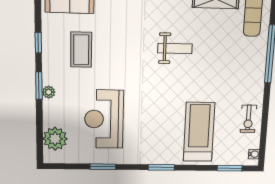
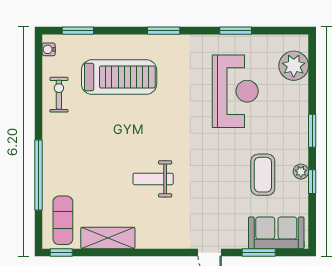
plant: (49, 92) -> (301, 172), moved
treadmill: (199, 132) -> (119, 77), turned -90

